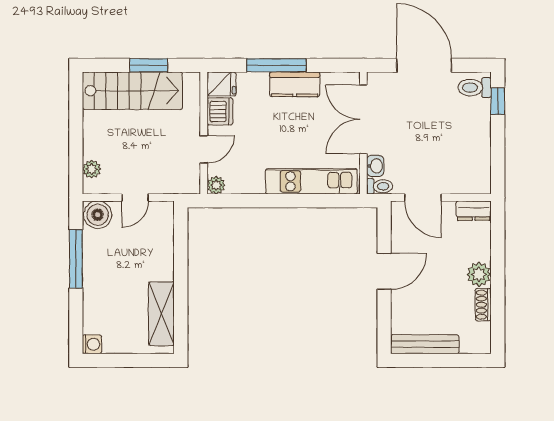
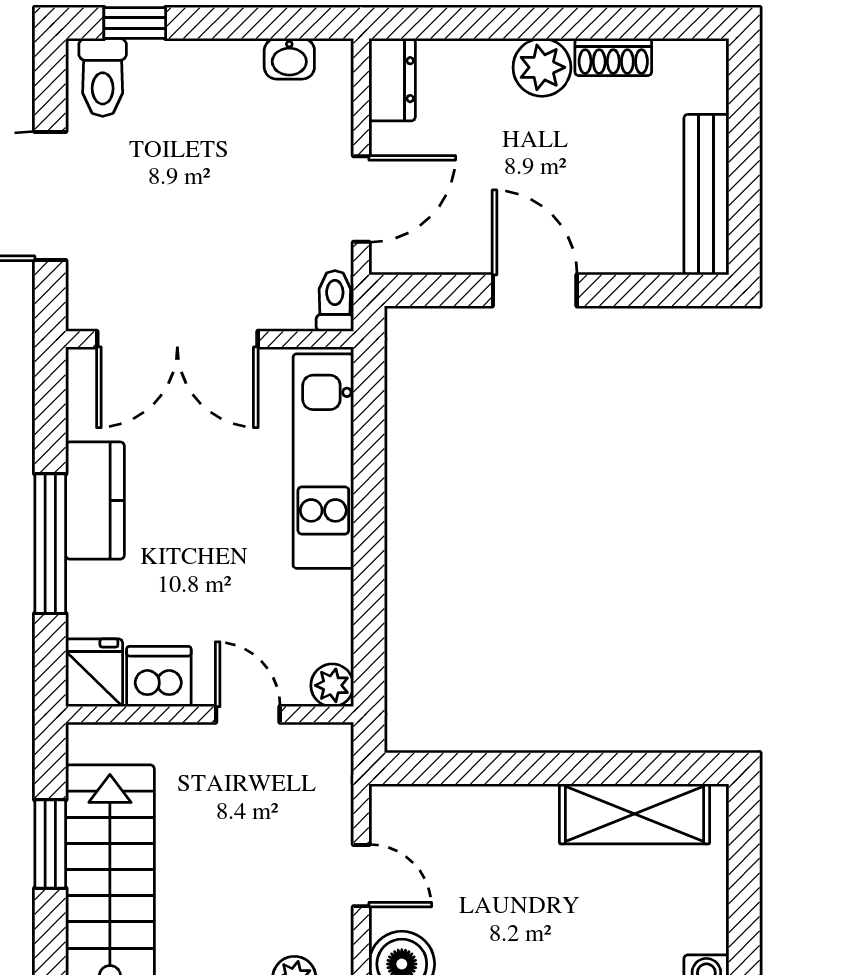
washbasin: (375, 166) -> (289, 59), moved, turned 180

